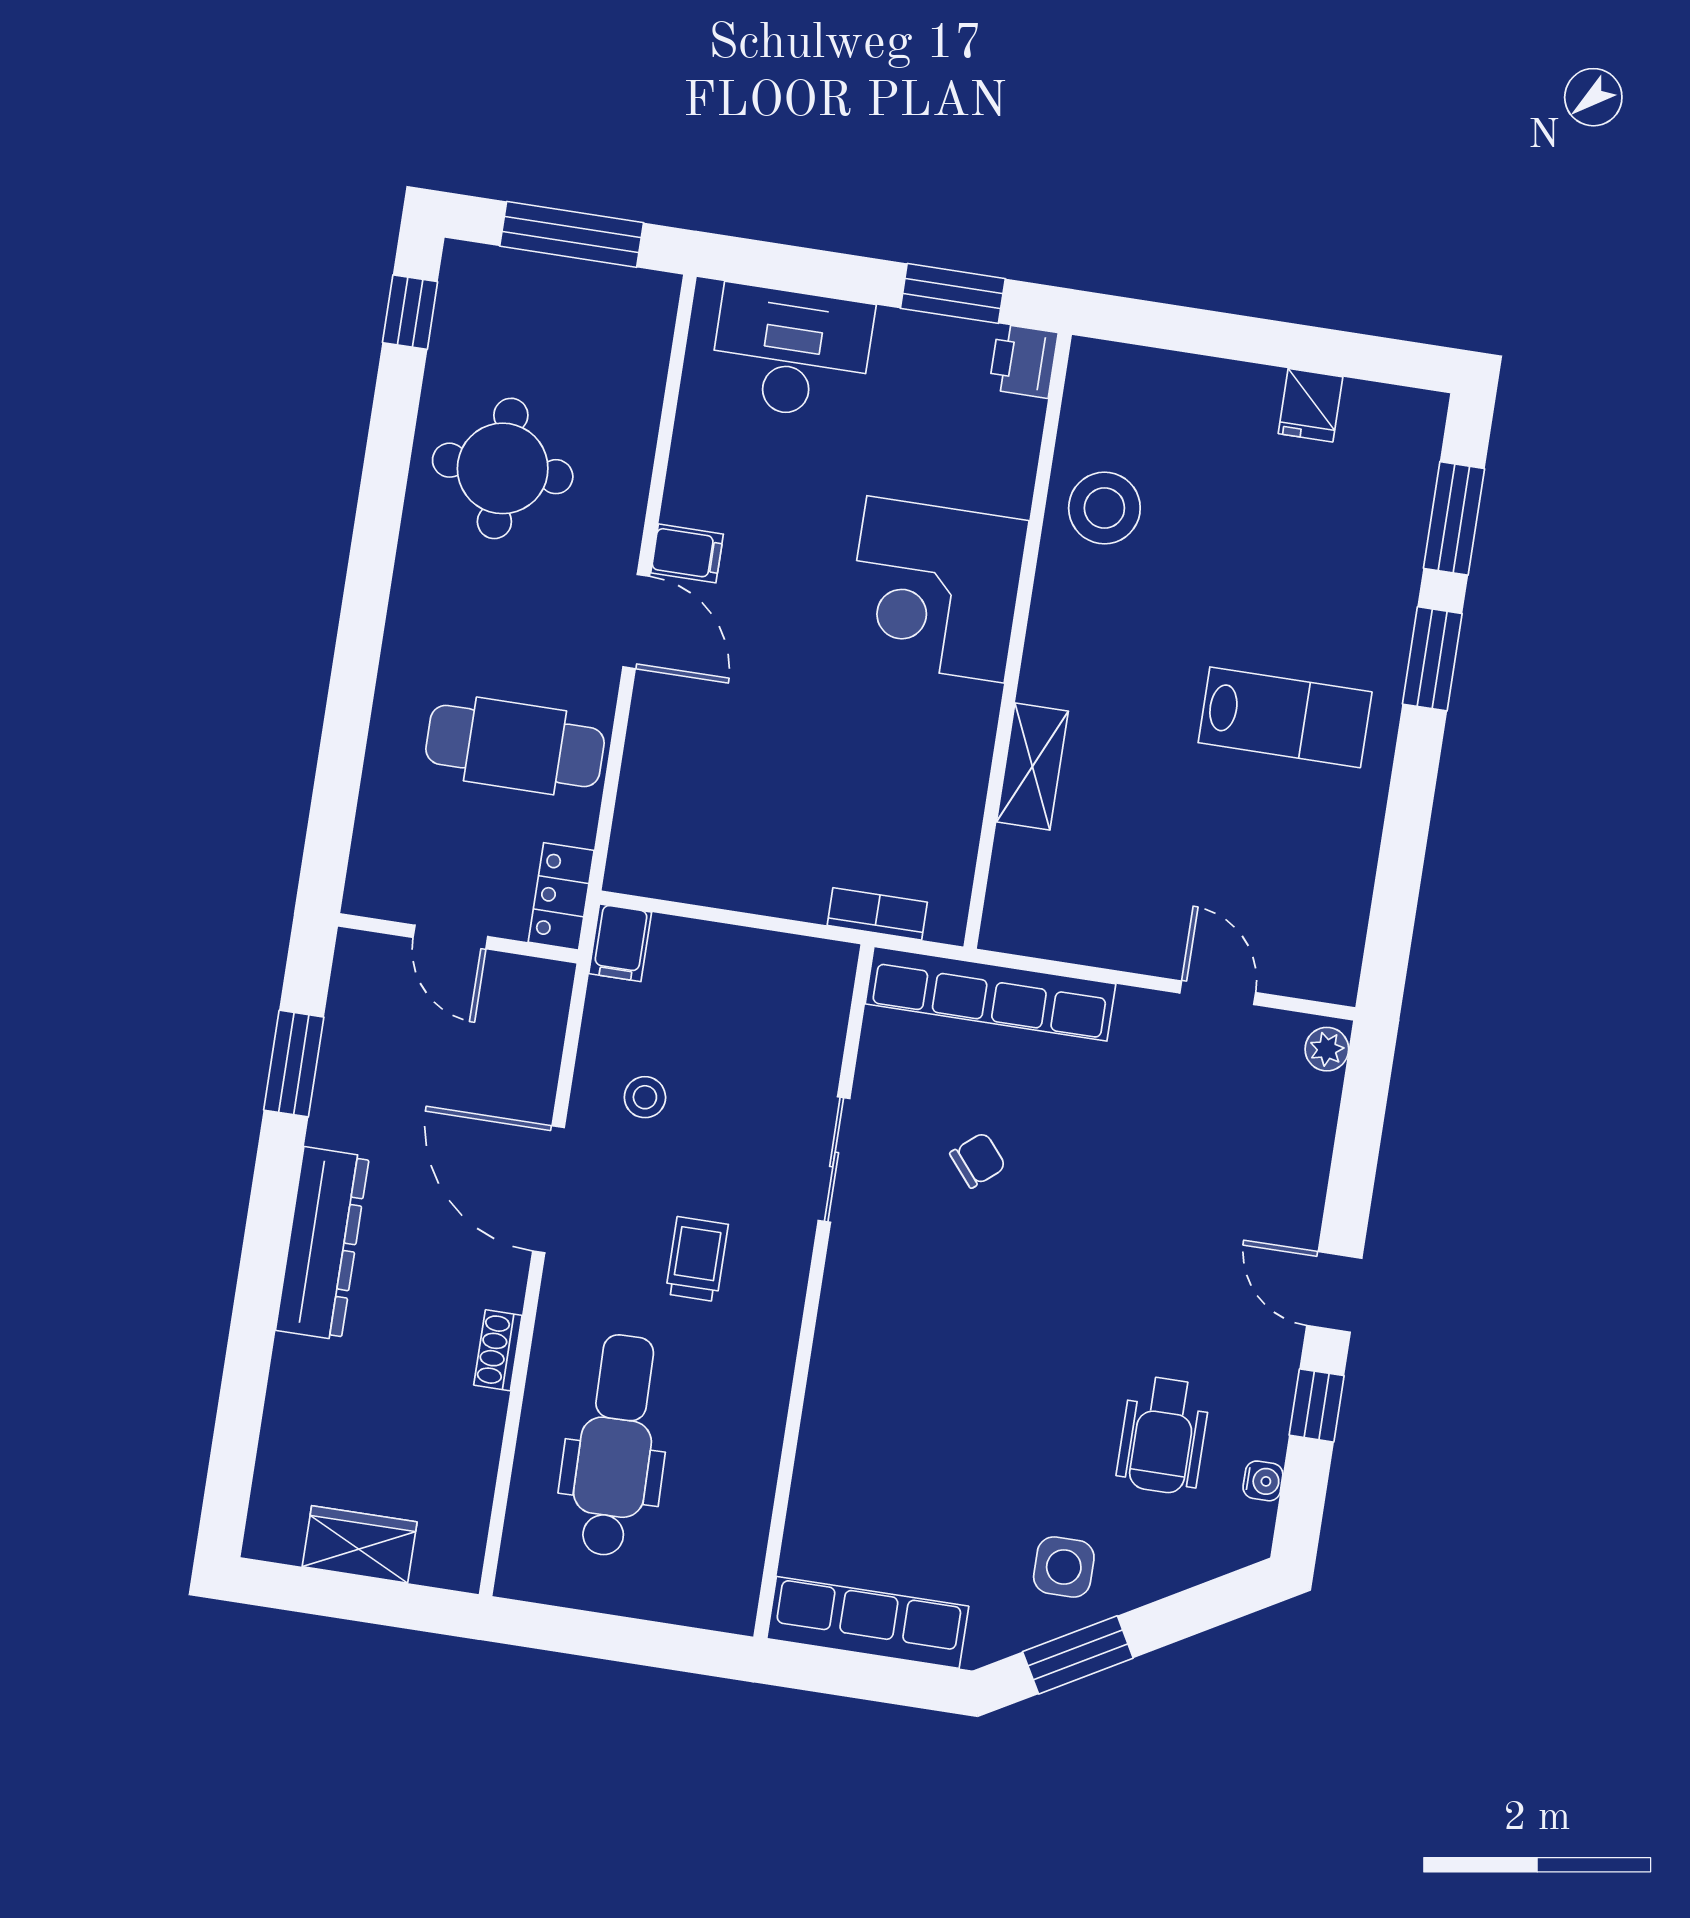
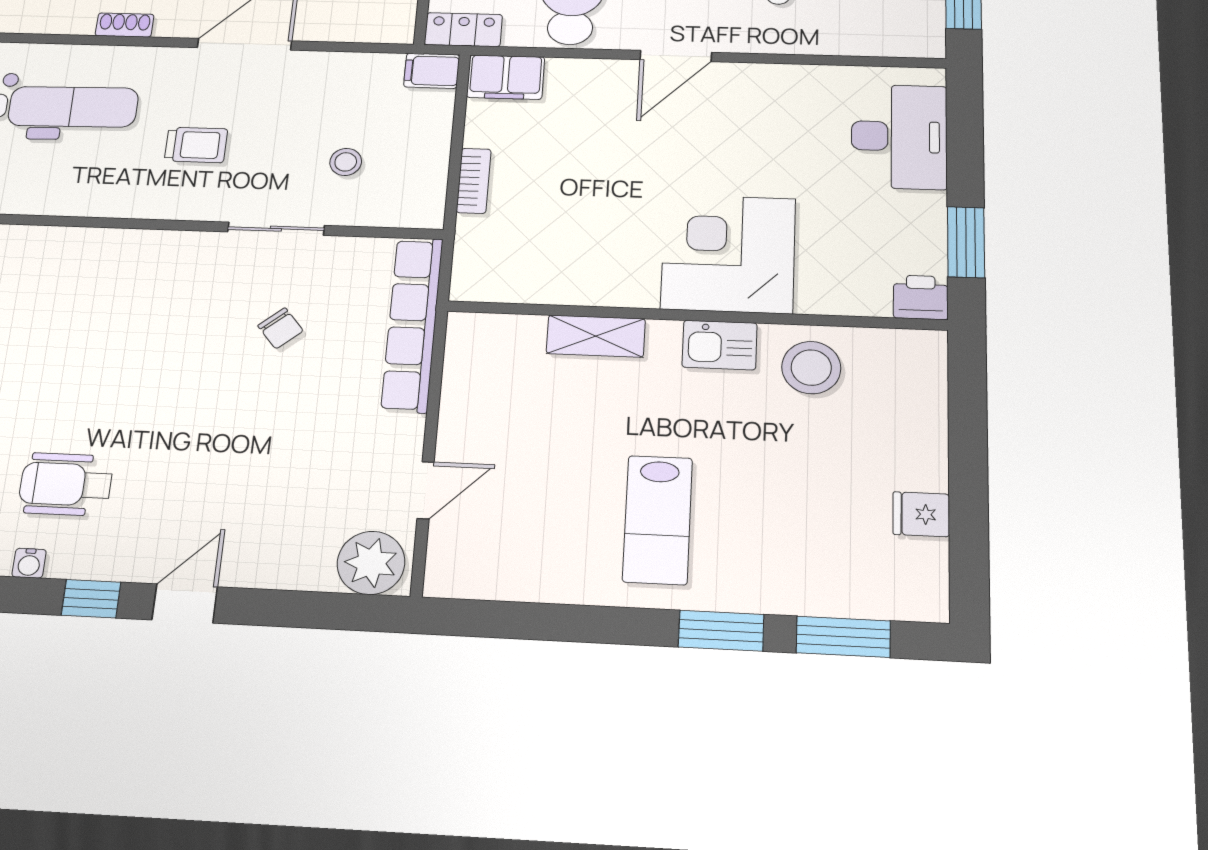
filing cabinet: (687, 553) -> (506, 77), moved, width x2.00
kitchen sink: (1061, 616) -> (720, 345), added
bookcase: (877, 914) -> (474, 181), moved
plant: (1327, 1049) -> (371, 563), width x1.87, depth x1.87
stool: (645, 1097) -> (346, 162), moved

